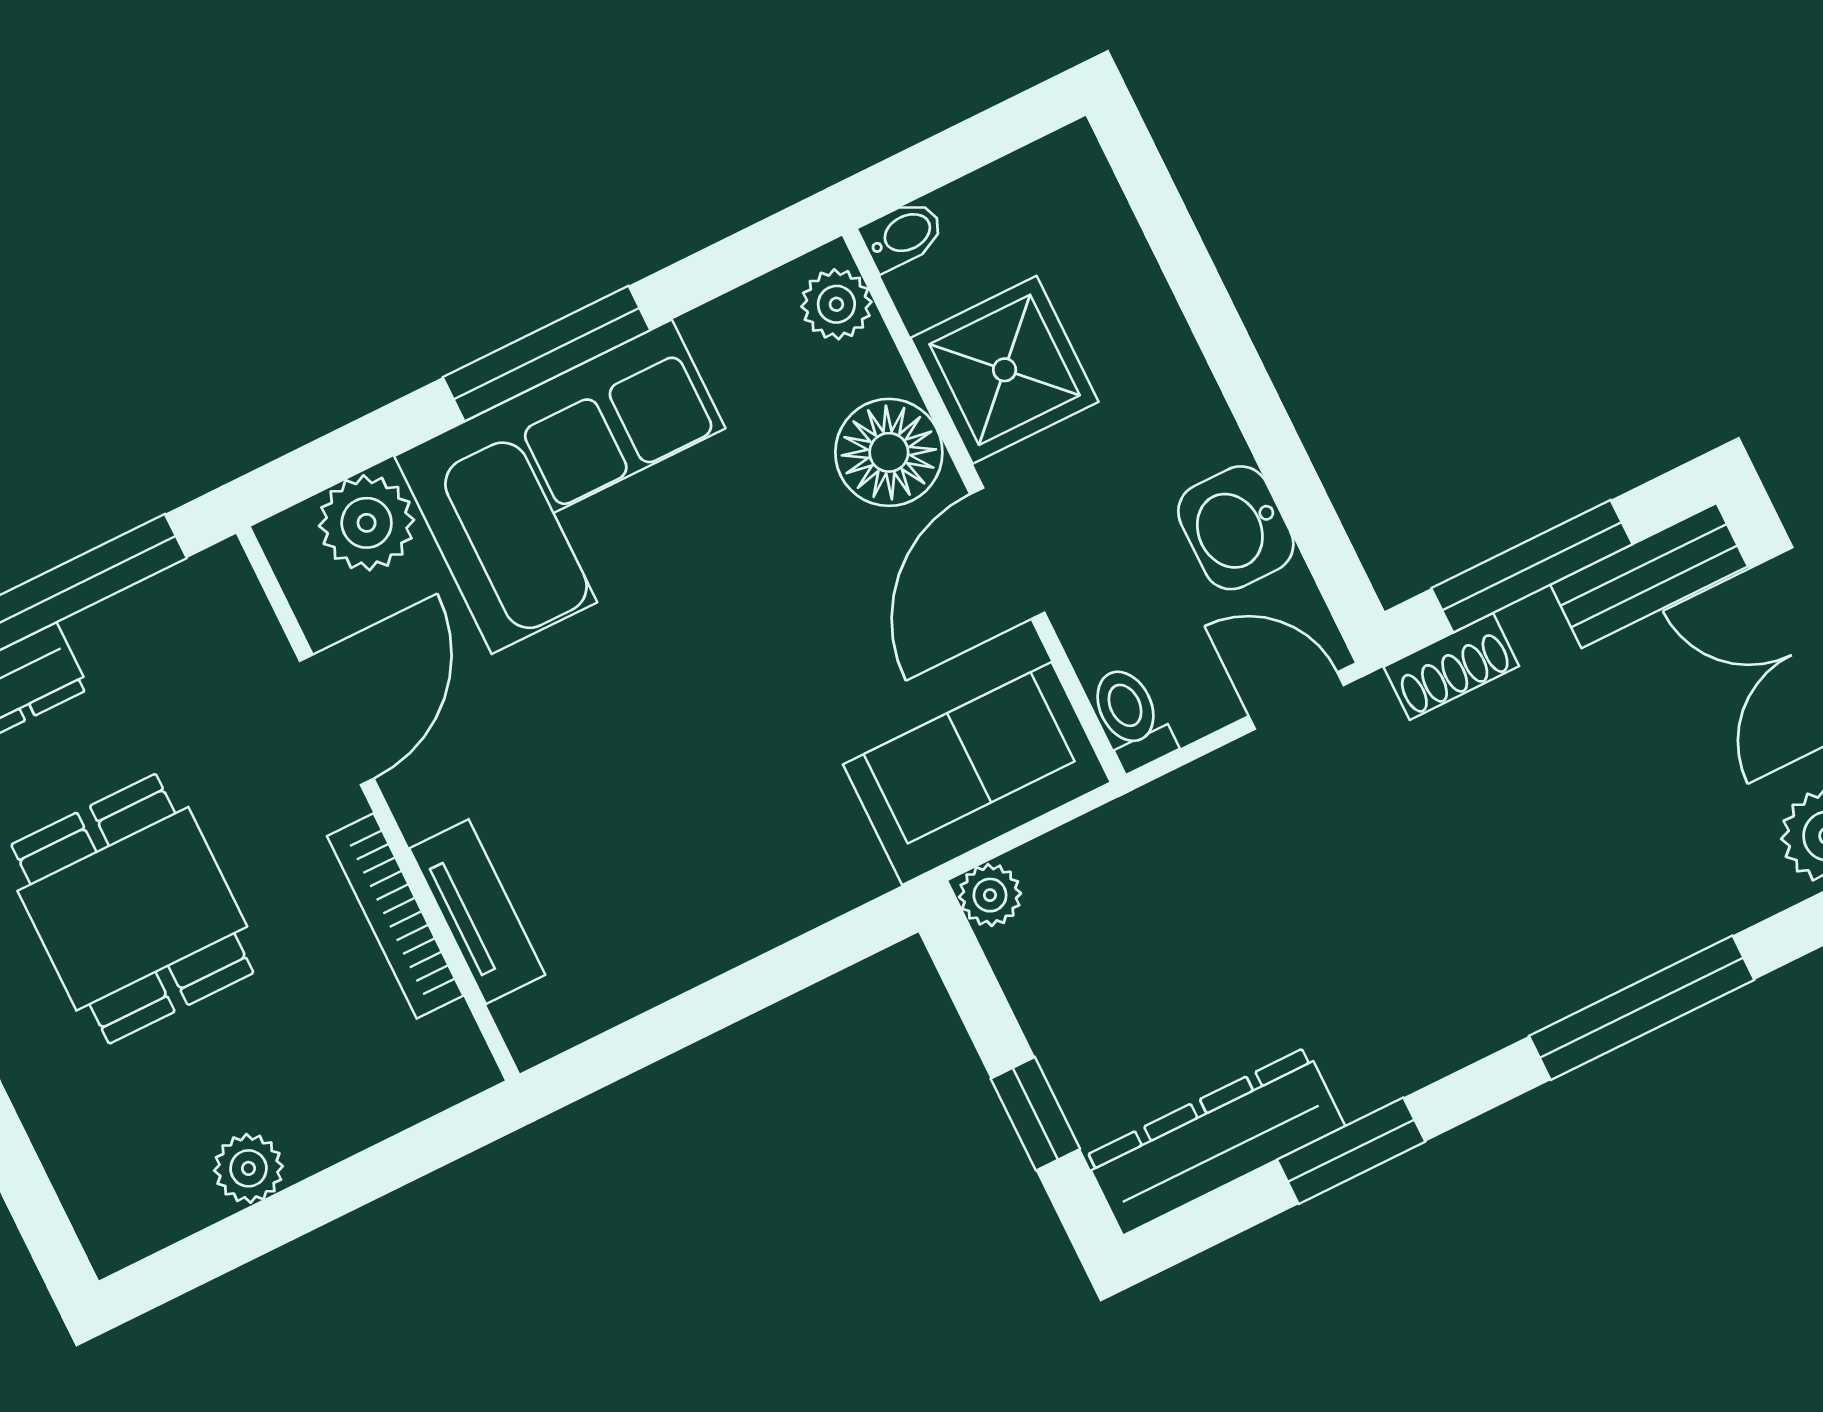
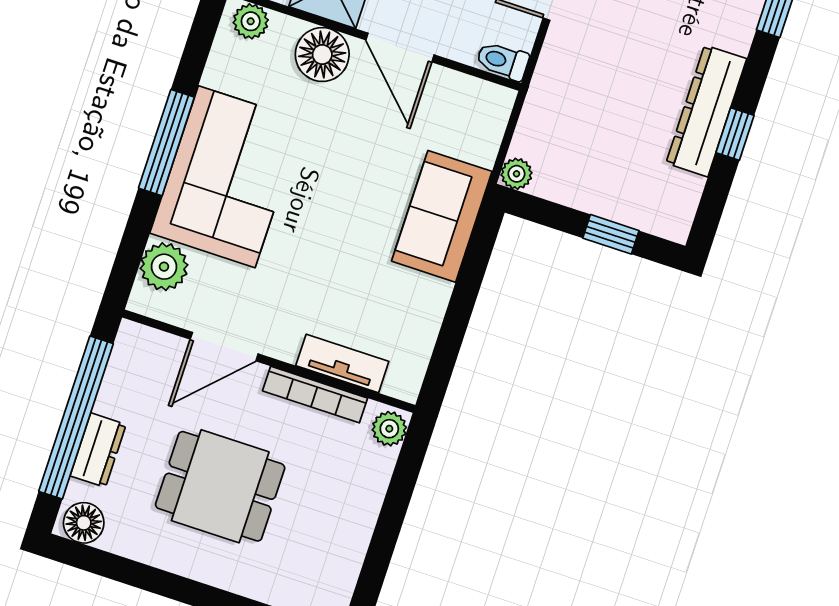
door: (337, 720) -> (224, 347), swing flipped
sofa: (977, 773) -> (442, 216), moved
dresser: (1215, 1141) -> (706, 111), moved
window: (1351, 1151) -> (735, 134), width x0.67
plant: (249, 1168) -> (389, 429), moved

